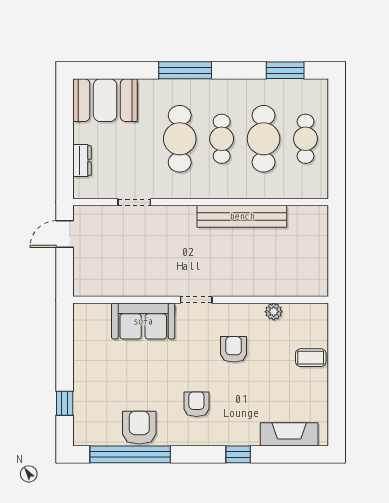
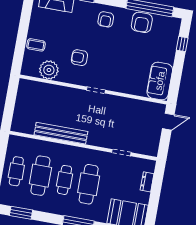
door: (65, 234) -> (168, 122), moved
plant: (274, 312) -> (49, 70), width x1.88, depth x1.88
sofa: (143, 321) -> (160, 81), moved, turned -90
armchair: (234, 349) -> (79, 58), turned 90
armchair: (196, 404) -> (106, 19), moved

